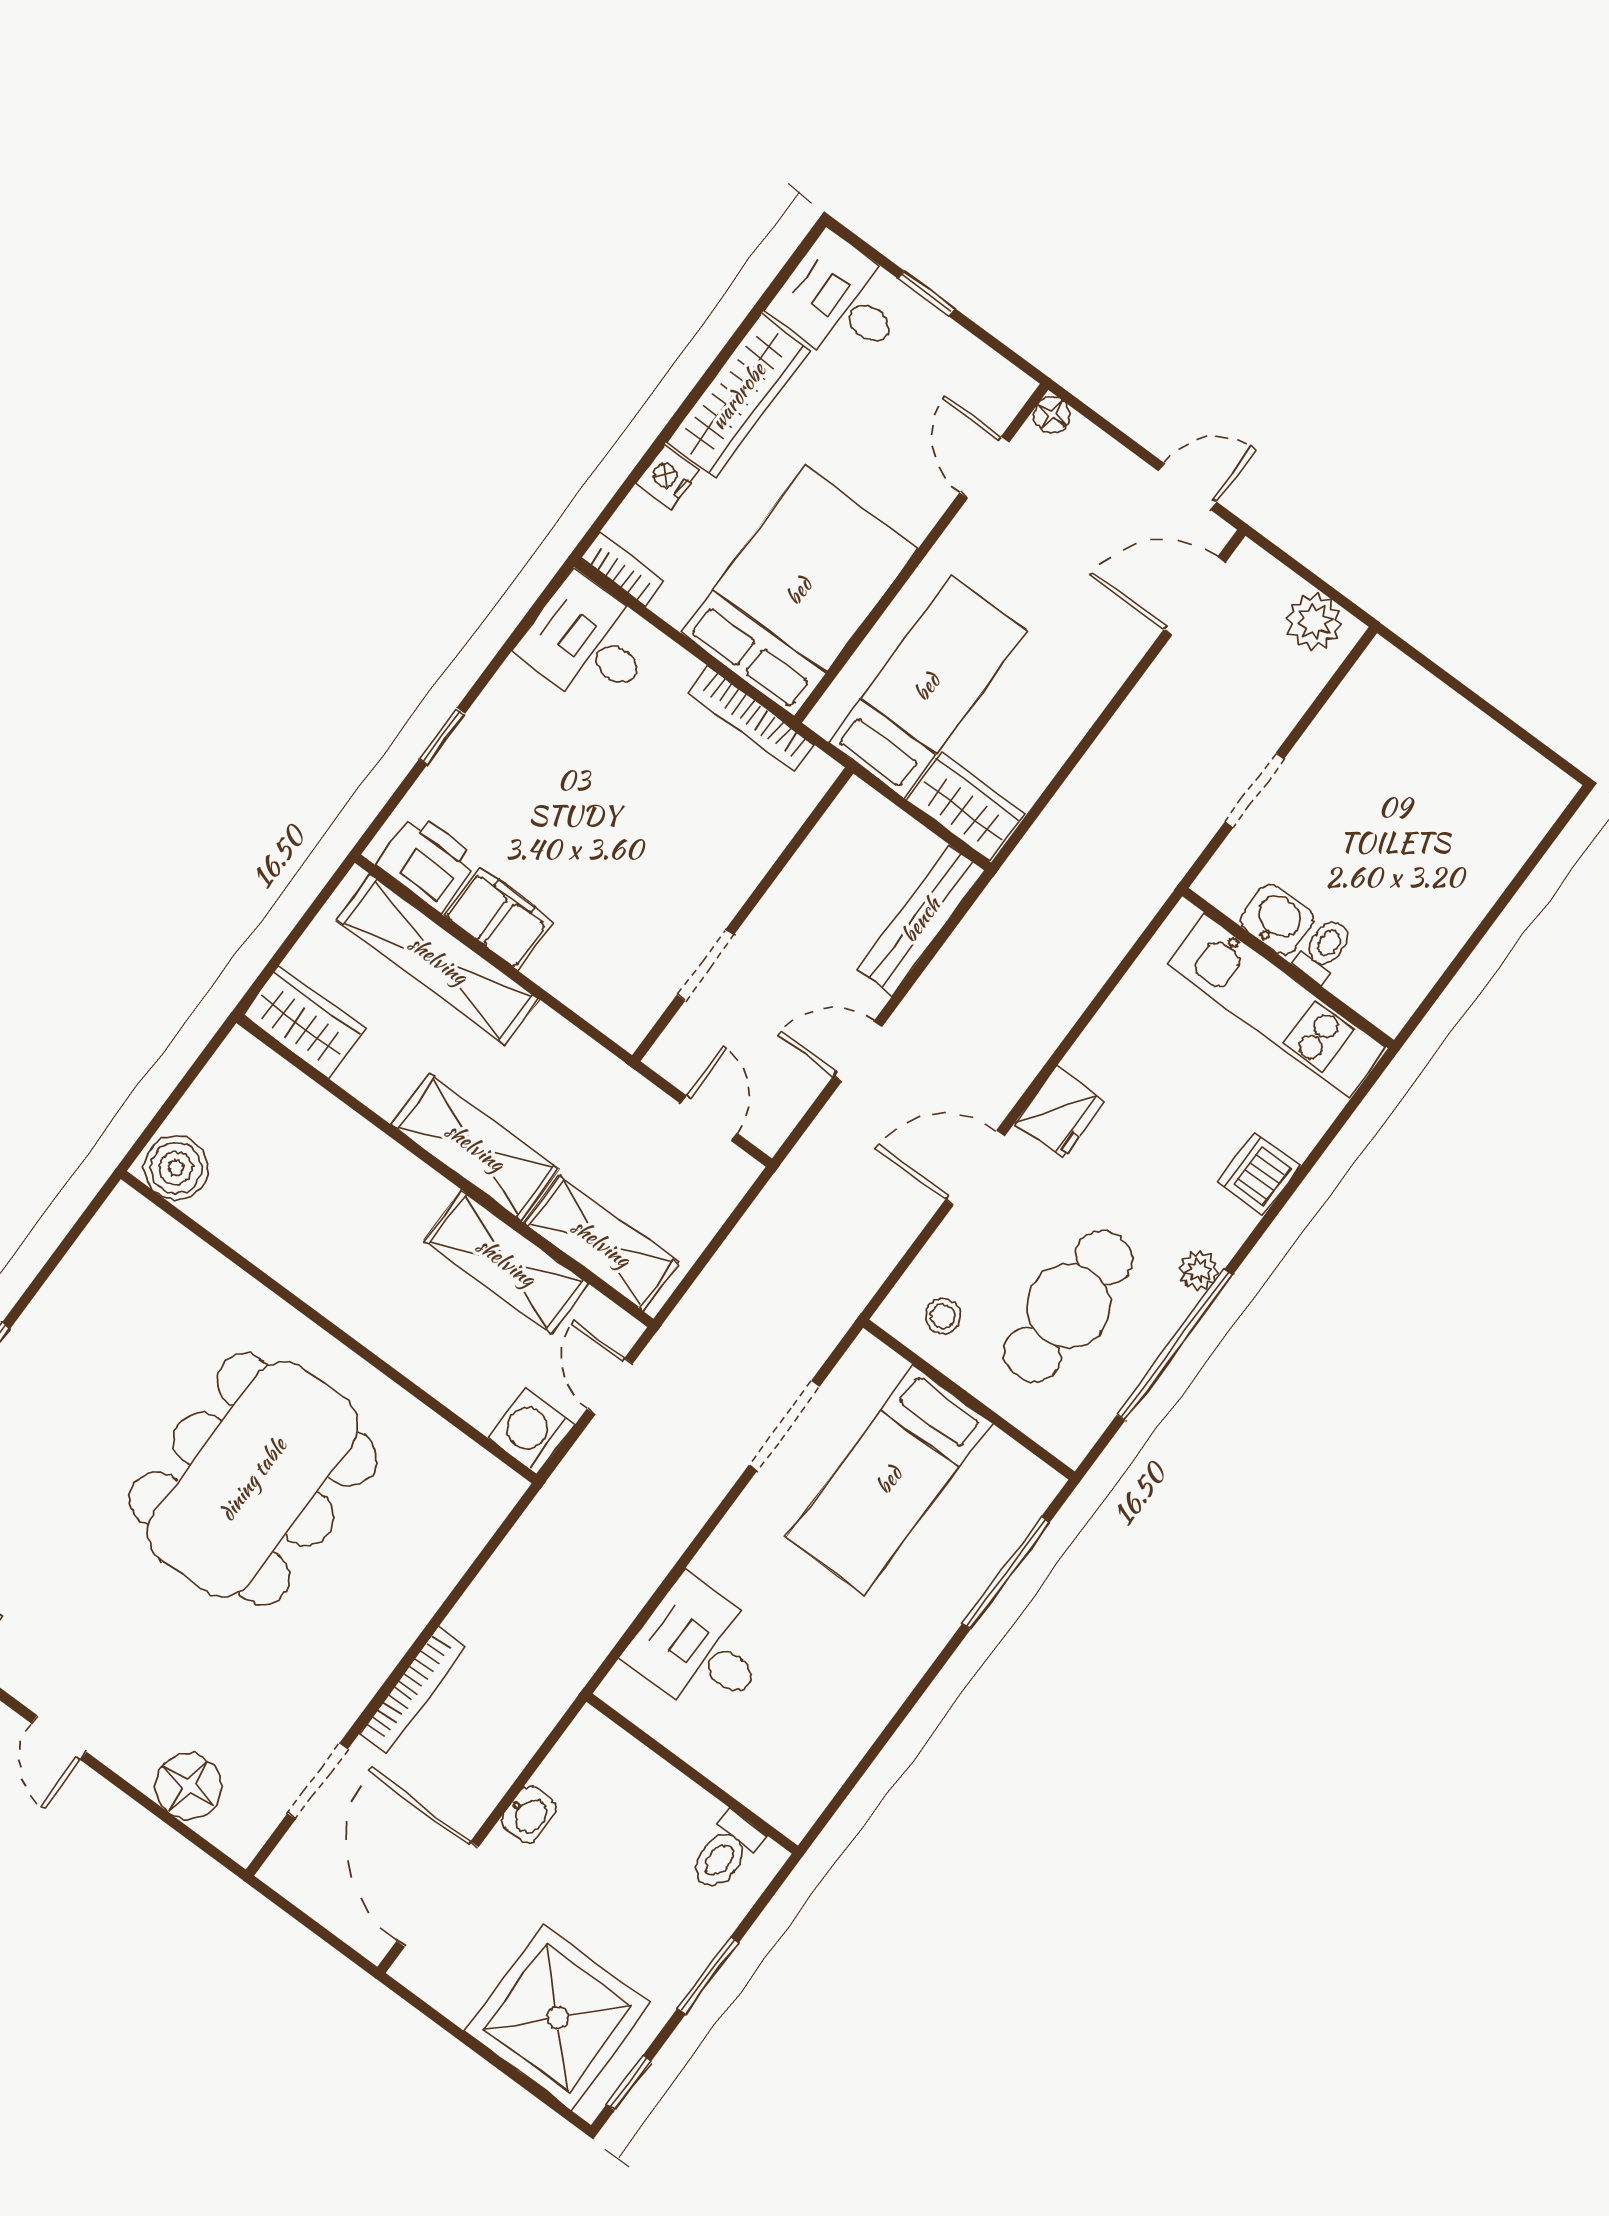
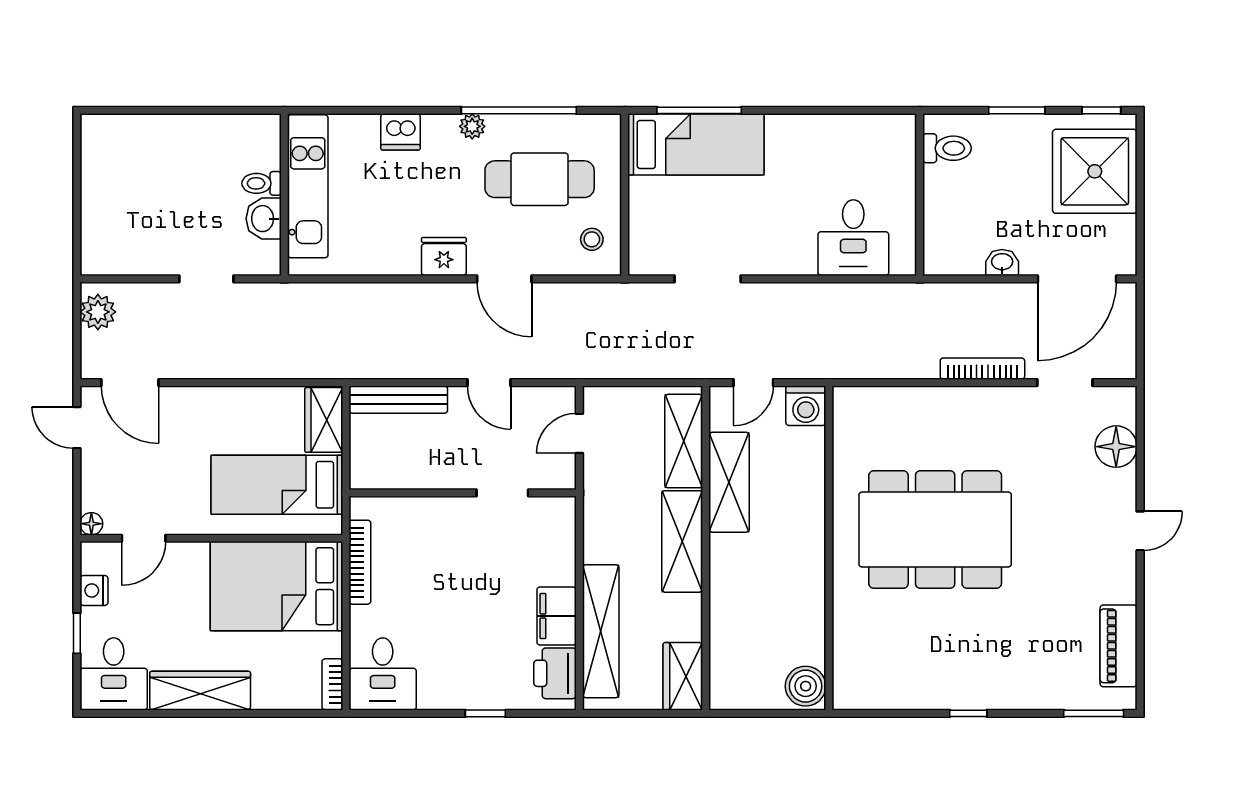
nightstand: (668, 477) -> (94, 590), moved, turned 90
bed: (889, 1480) -> (696, 144), moved

